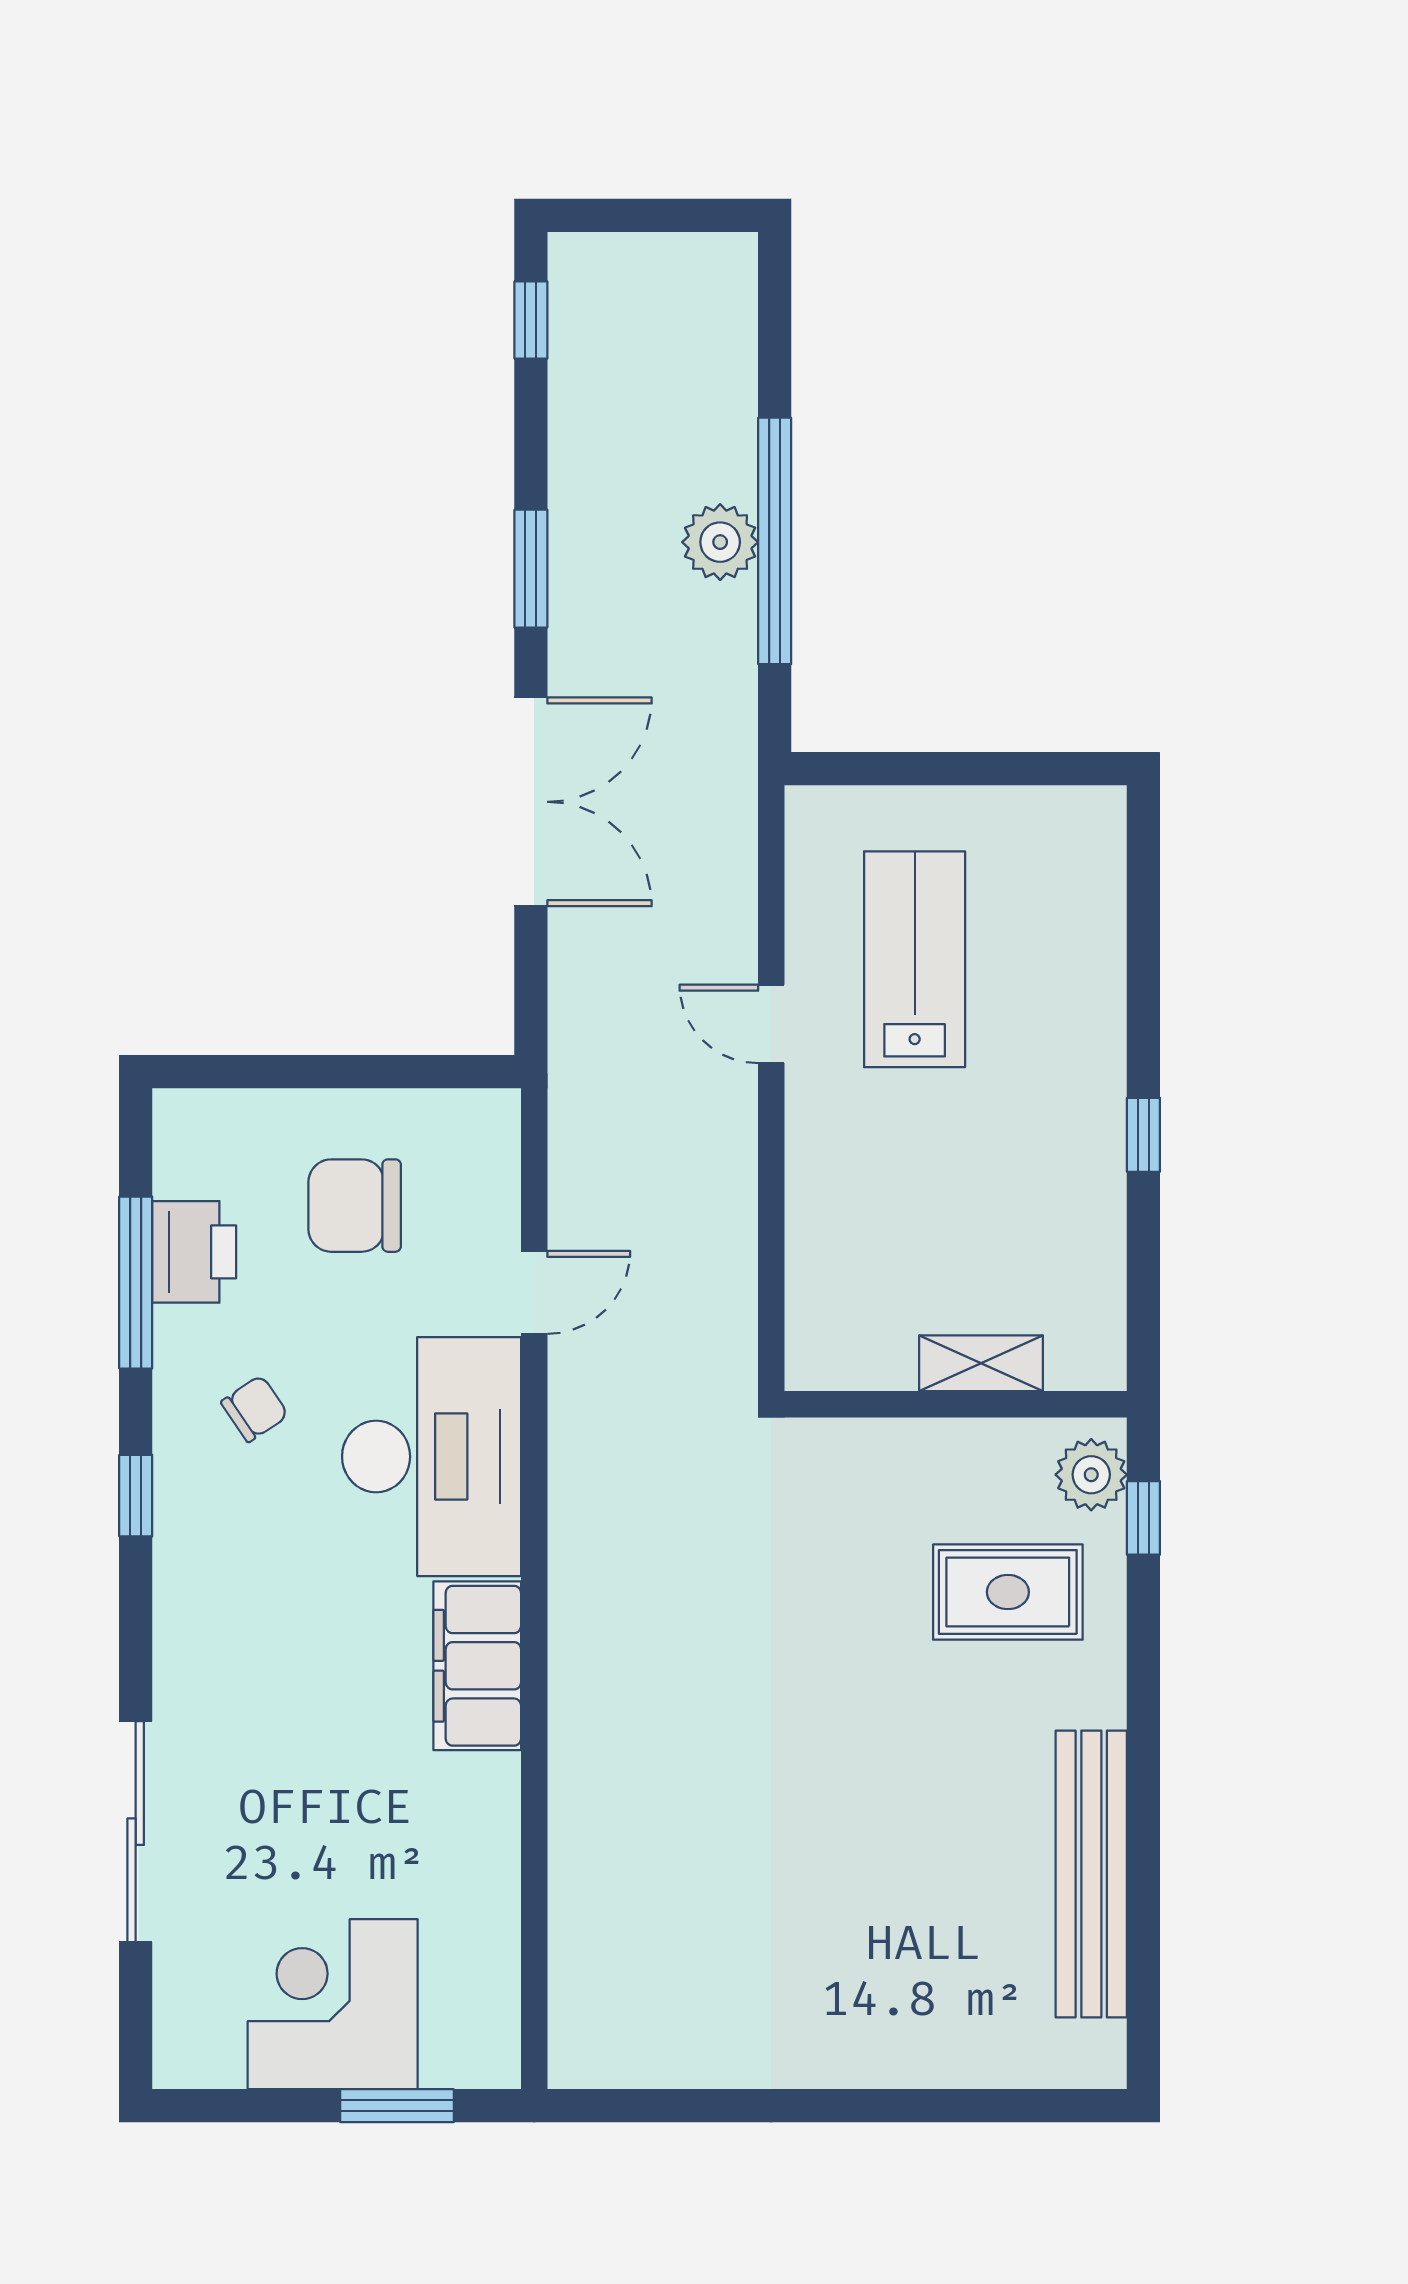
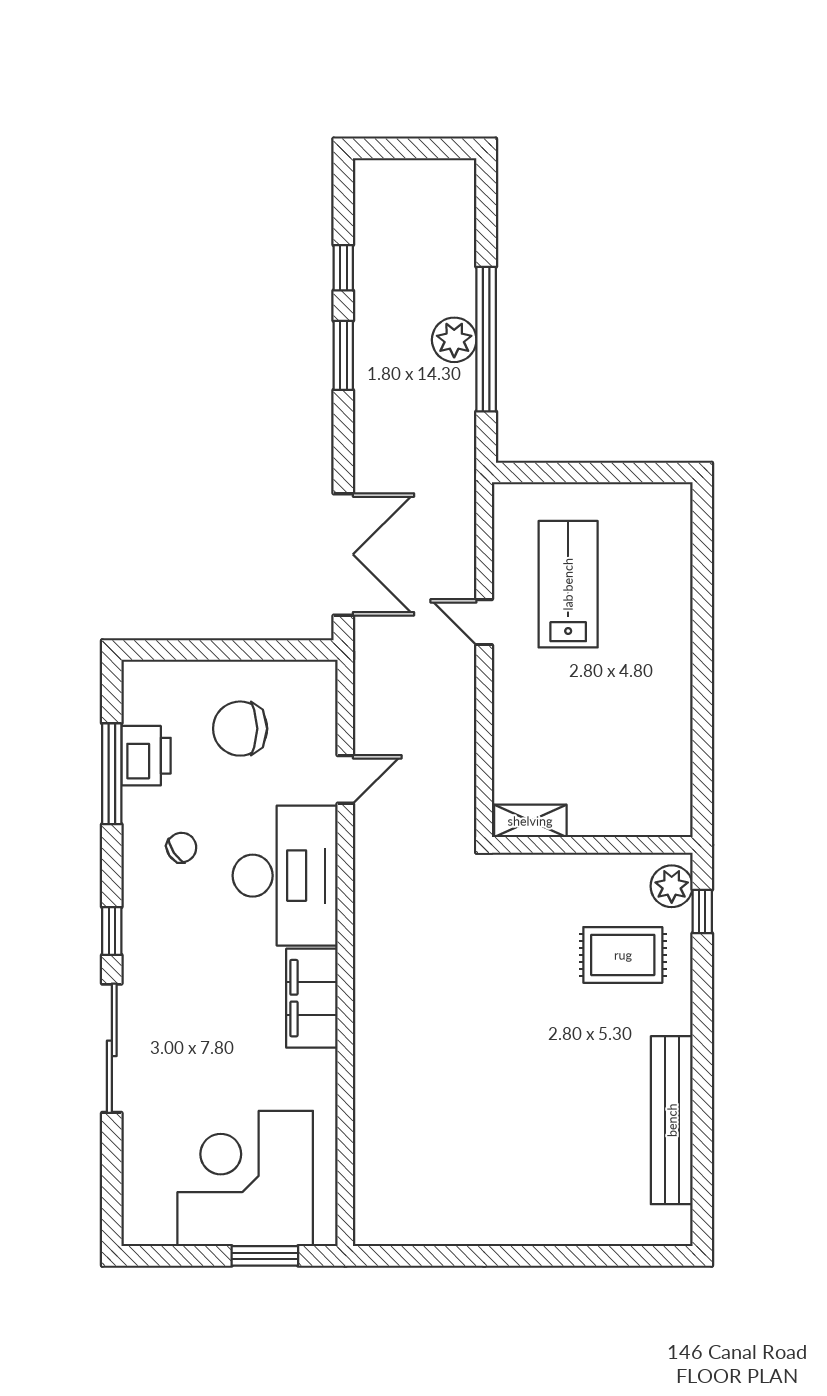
window: (531, 320) -> (343, 268), moved
double door: (531, 802) -> (343, 554), moved
window: (1143, 1135) -> (702, 687), removed
shelving: (981, 1363) -> (530, 821), moved
window: (136, 1496) -> (112, 931), moved
sliding door: (136, 1832) -> (112, 1048), moved
corner desk: (333, 2004) -> (245, 1178), width x1.36, depth x1.36

